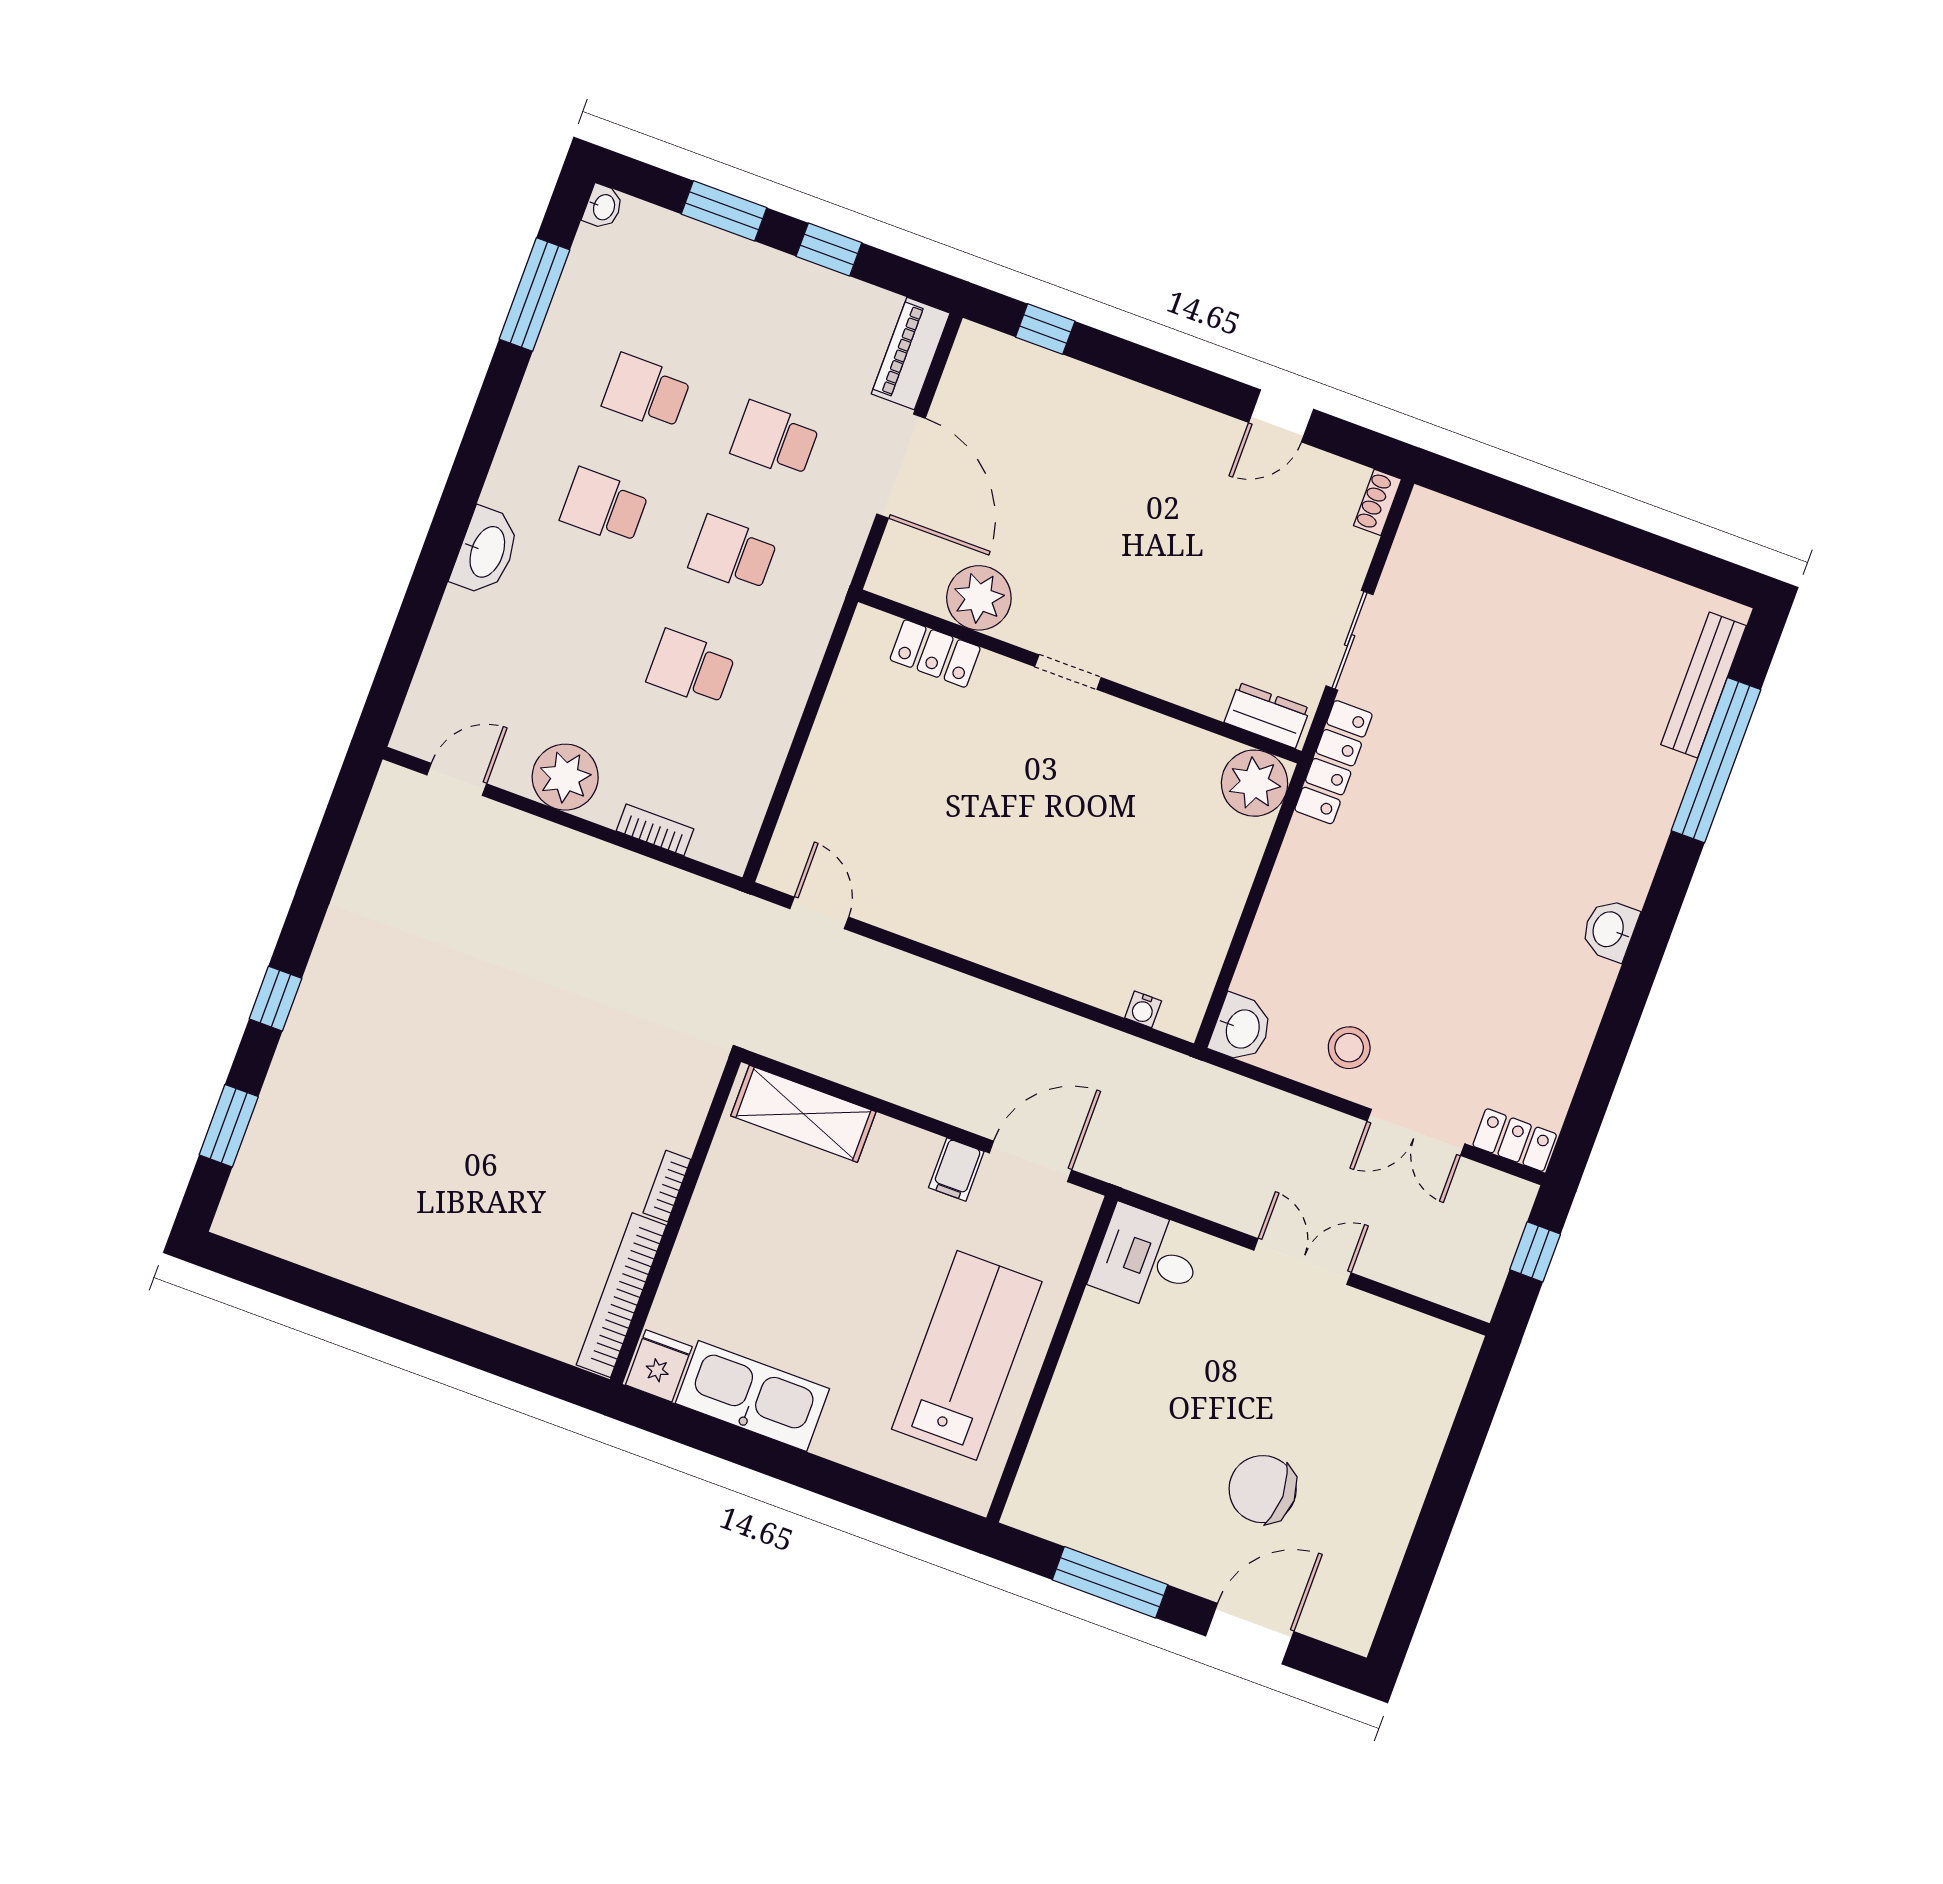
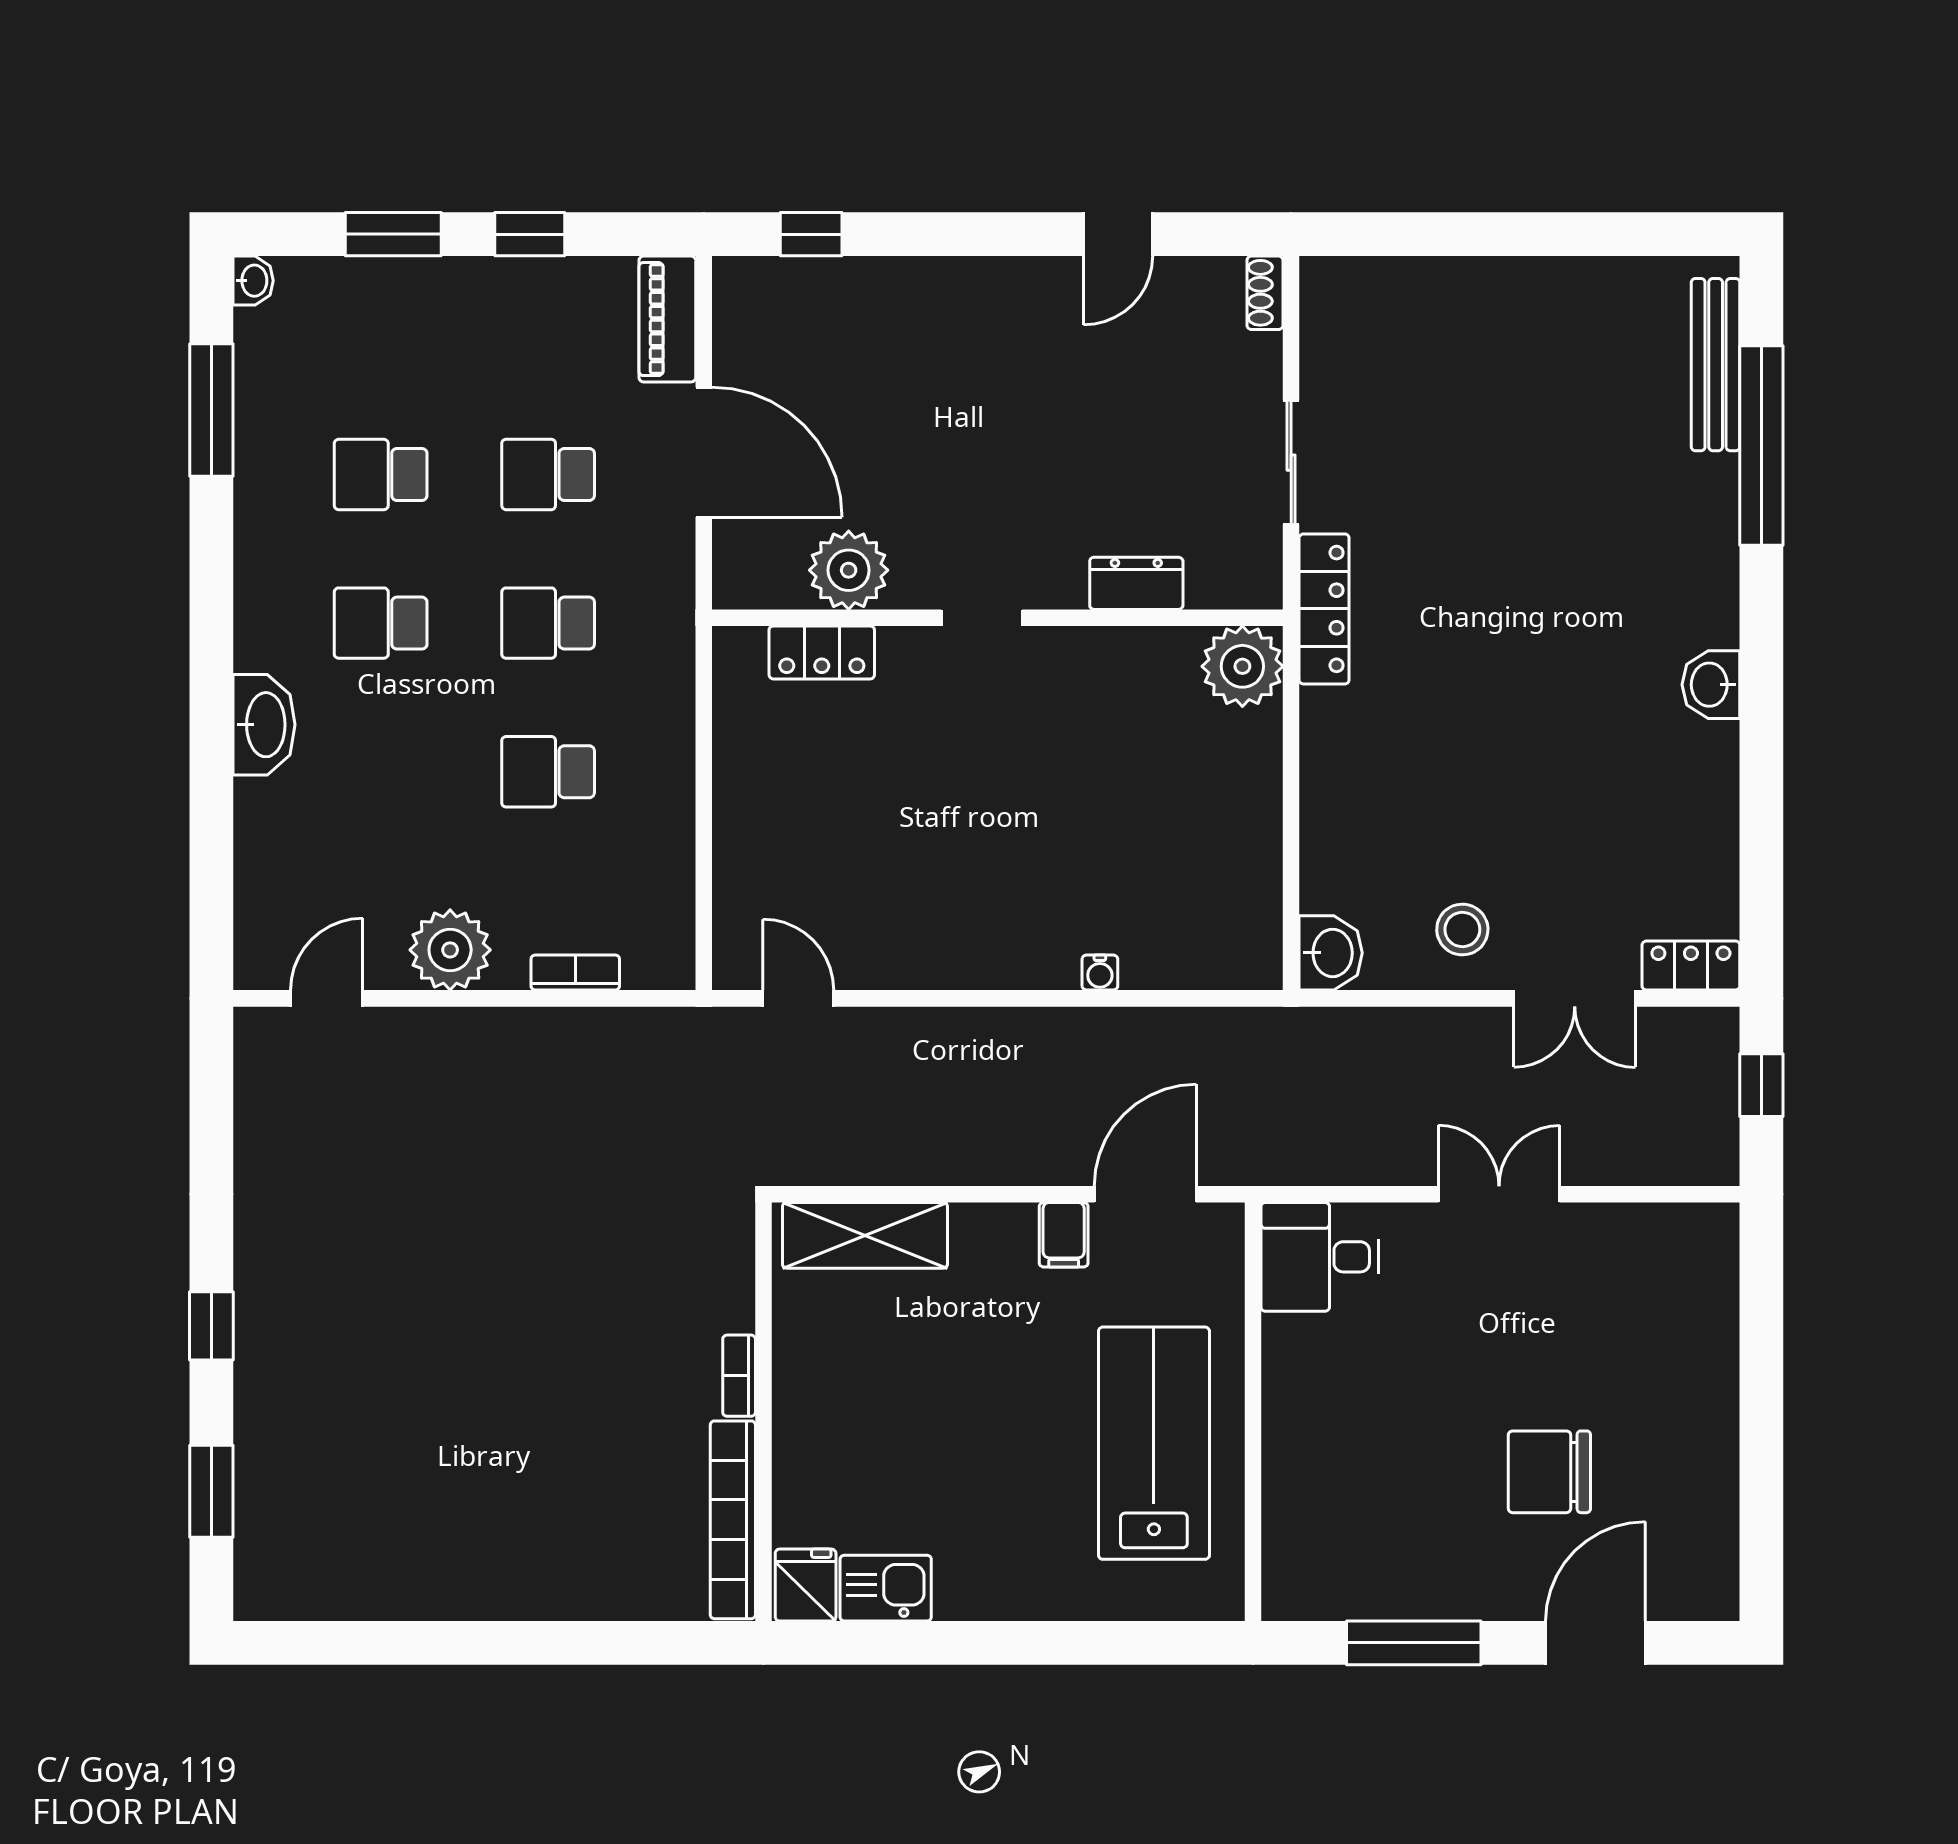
dresser: (1267, 715) -> (1136, 583), moved
water cooler: (1143, 1009) -> (1100, 973), moved
kitchen sink: (752, 1396) -> (886, 1588), width x0.53, depth x0.81

